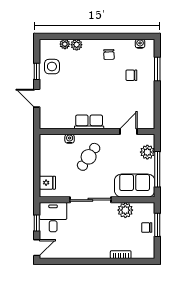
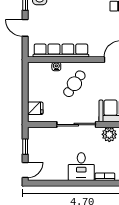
row of seats: (89, 122) -> (61, 51), width x2.02
desk: (53, 217) -> (81, 167), moved, turned 180

